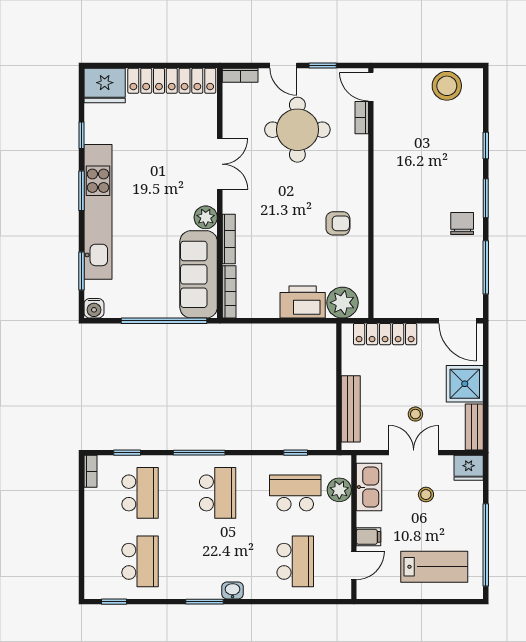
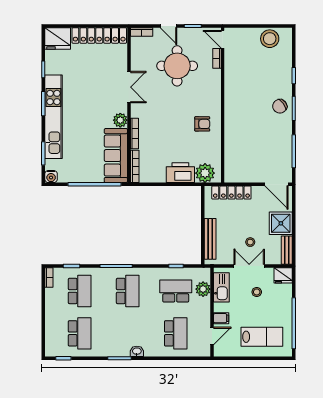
chair: (462, 224) -> (280, 106), moved, turned -127

